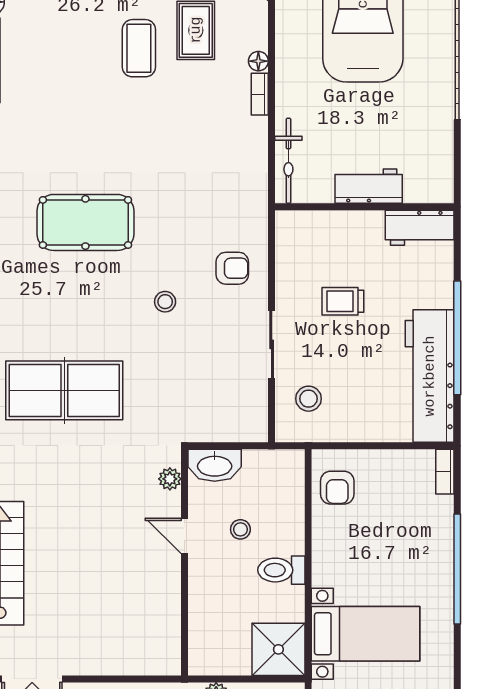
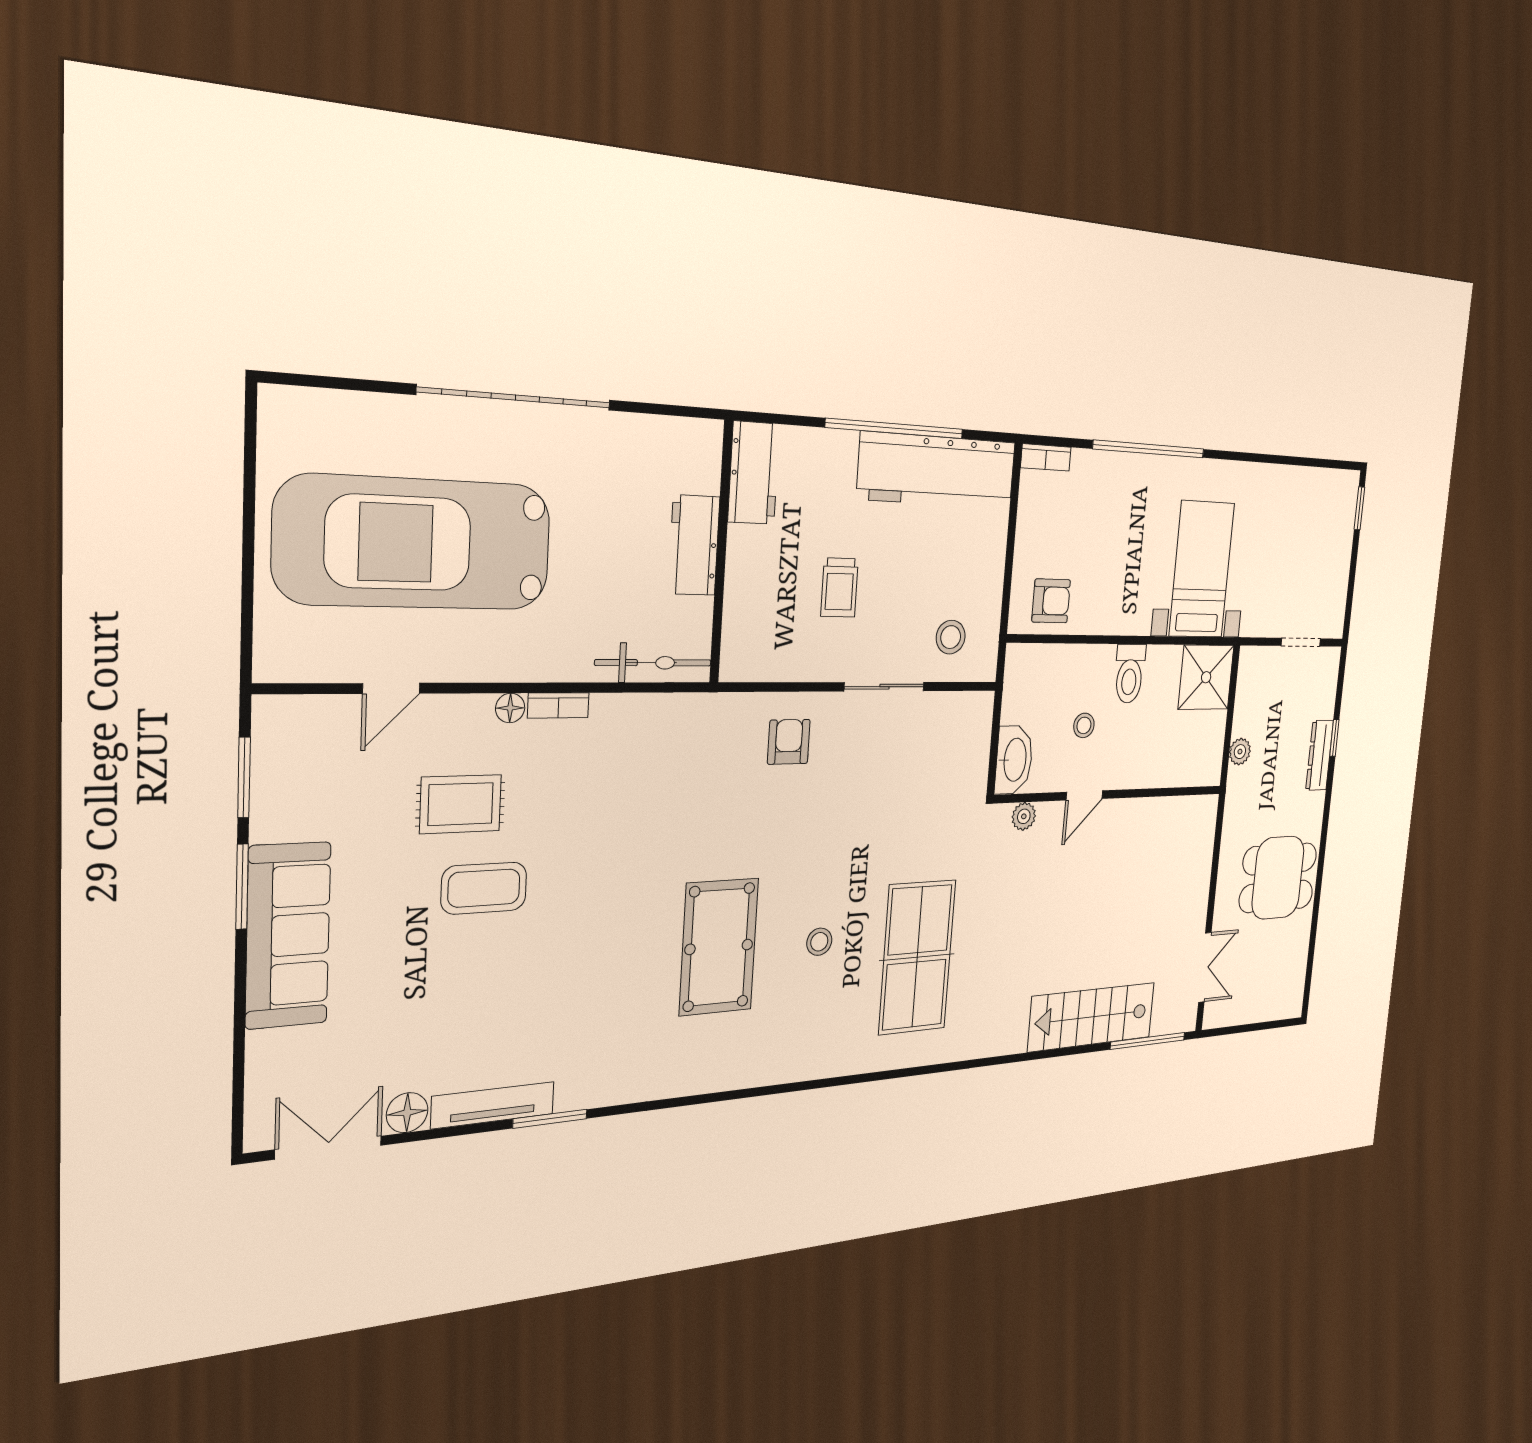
stool: (165, 302) -> (819, 942), moved

